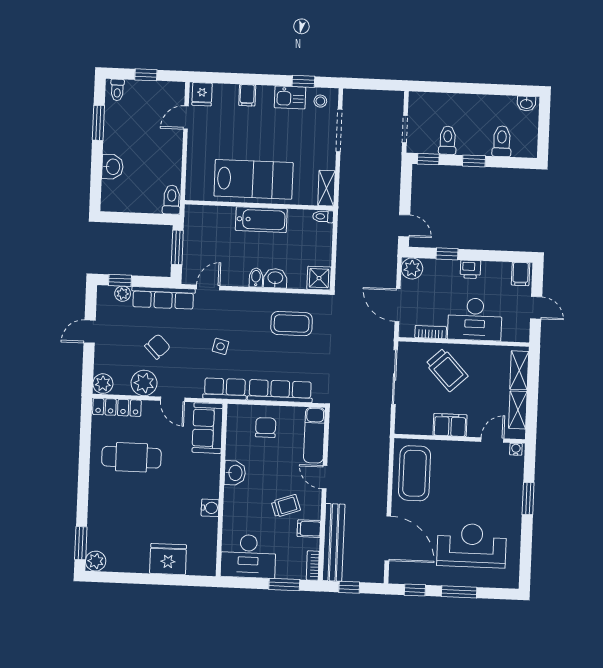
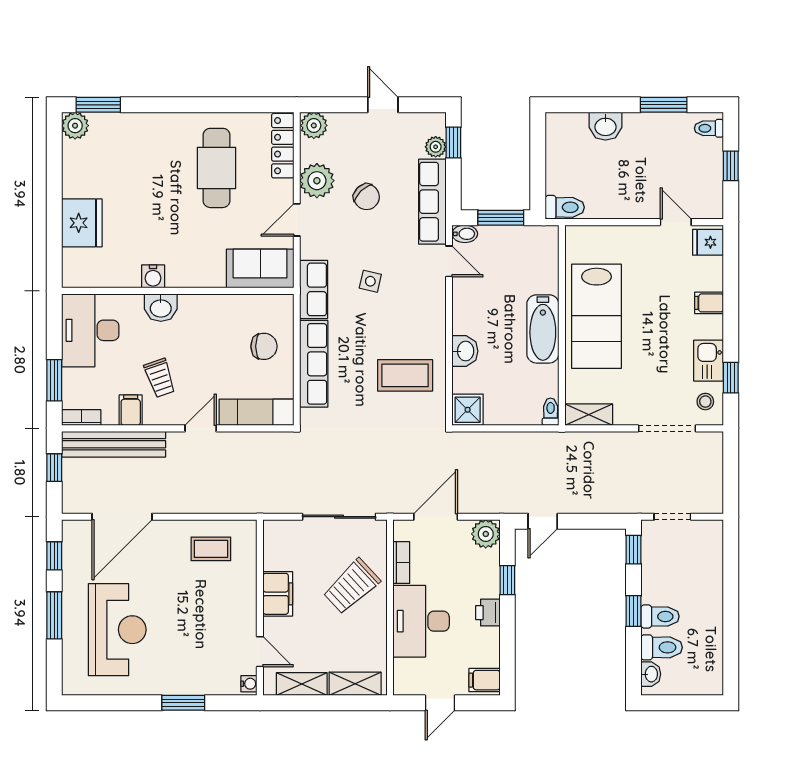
washbasin: (526, 104) -> (651, 674), moved, turned 180
toilet: (448, 140) -> (660, 616), moved
bidet: (256, 278) -> (465, 234), moved
coffee table: (292, 324) -> (405, 375), turned 90
washbasin: (235, 473) -> (161, 308), moved
coffee table: (414, 473) -> (211, 549), width x0.54, depth x0.58

